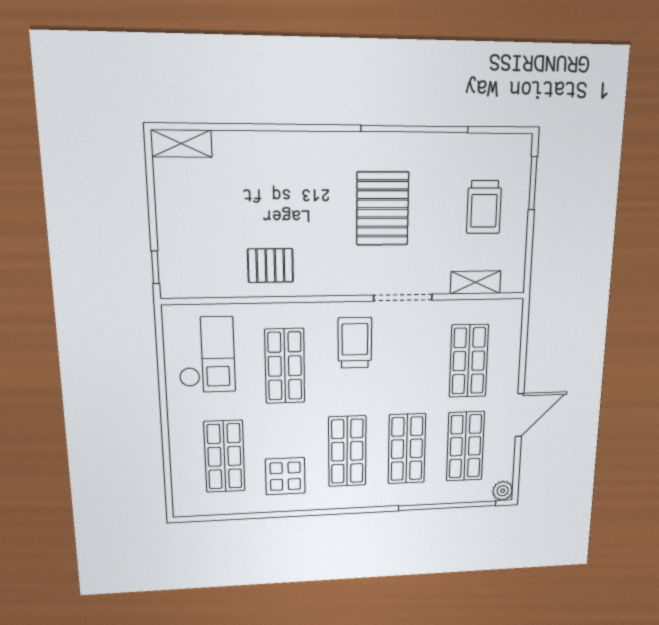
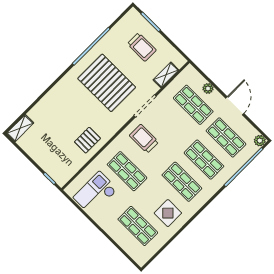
pallet: (383, 209) -> (107, 83), width x1.37, depth x1.41
checkout: (206, 355) -> (95, 193), turned -90
plant: (510, 358) -> (208, 88), added

